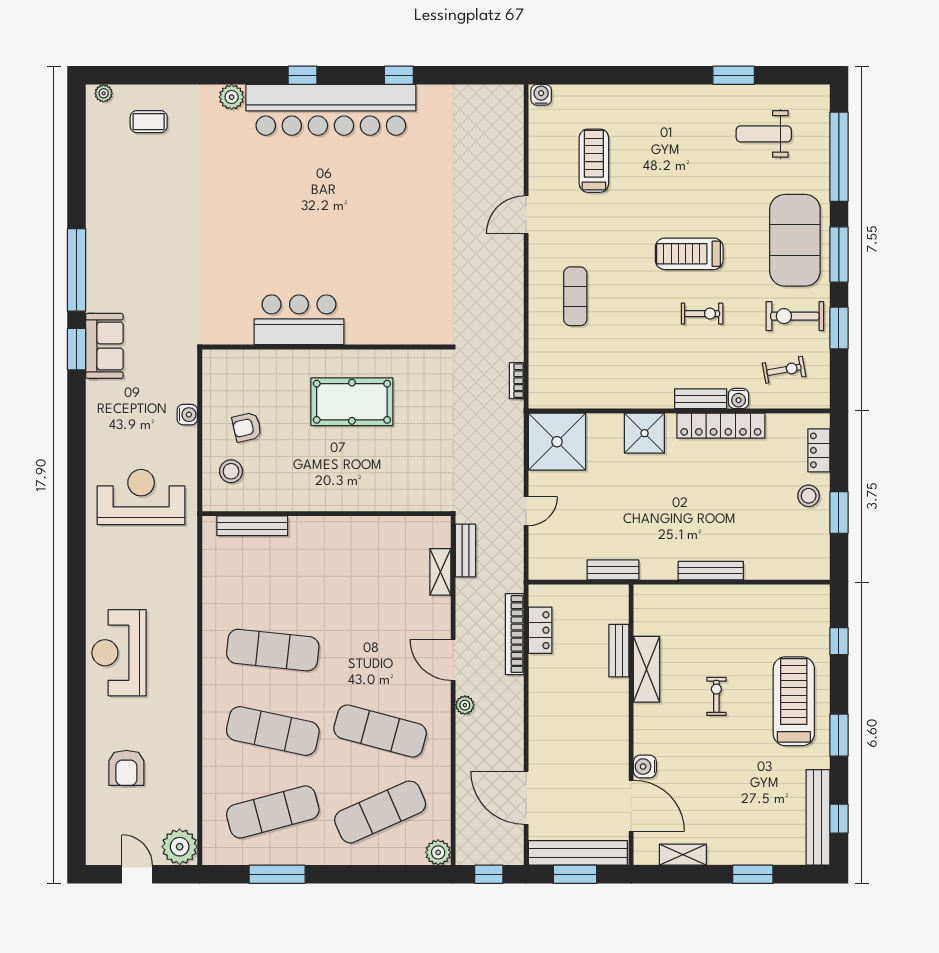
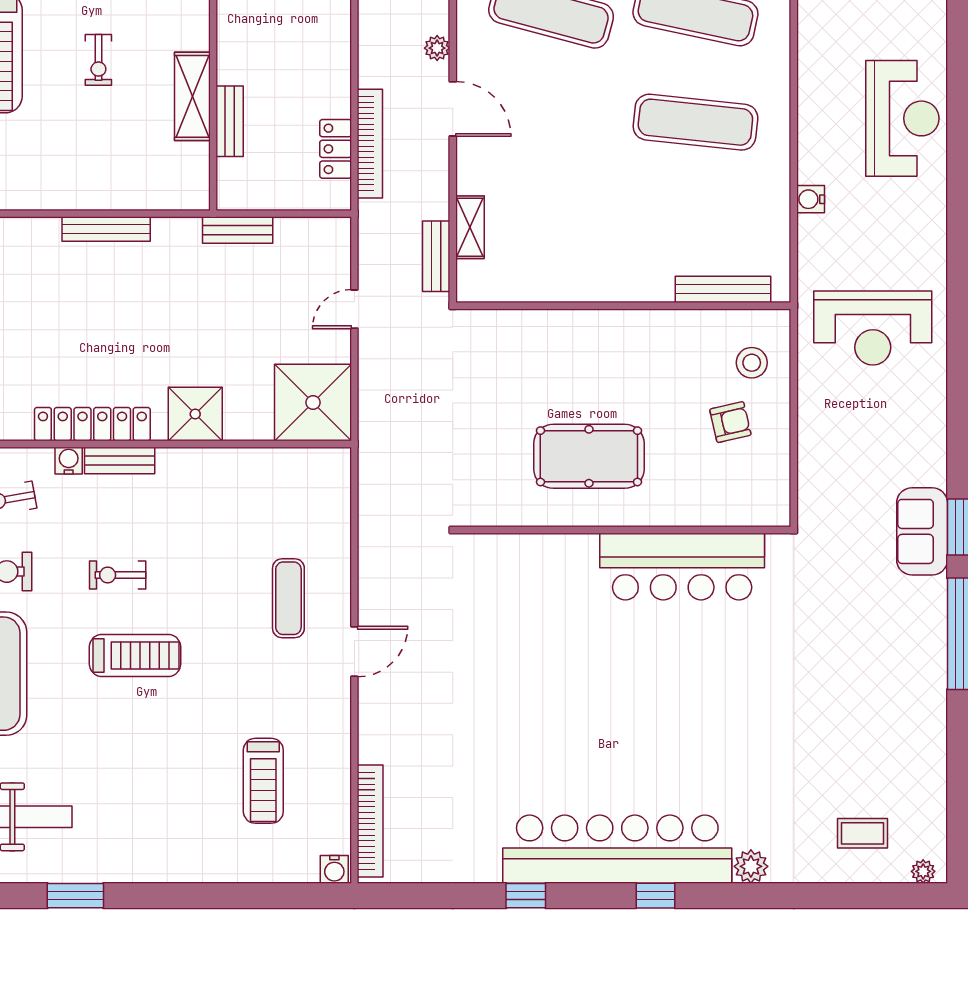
door: (526, 215) -> (354, 652), moved
bar counter: (299, 320) -> (682, 567), width x1.36
bookcase: (517, 381) -> (370, 821), moved, width x2.31, depth x1.31
water cooler: (187, 415) -> (811, 199), moved

